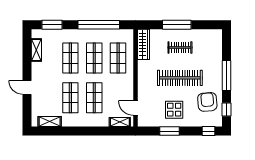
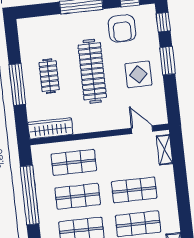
armchair: (207, 102) -> (122, 28), turned -85
door: (135, 108) -> (142, 130), swing flipped
window: (170, 131) -> (168, 61), moved

